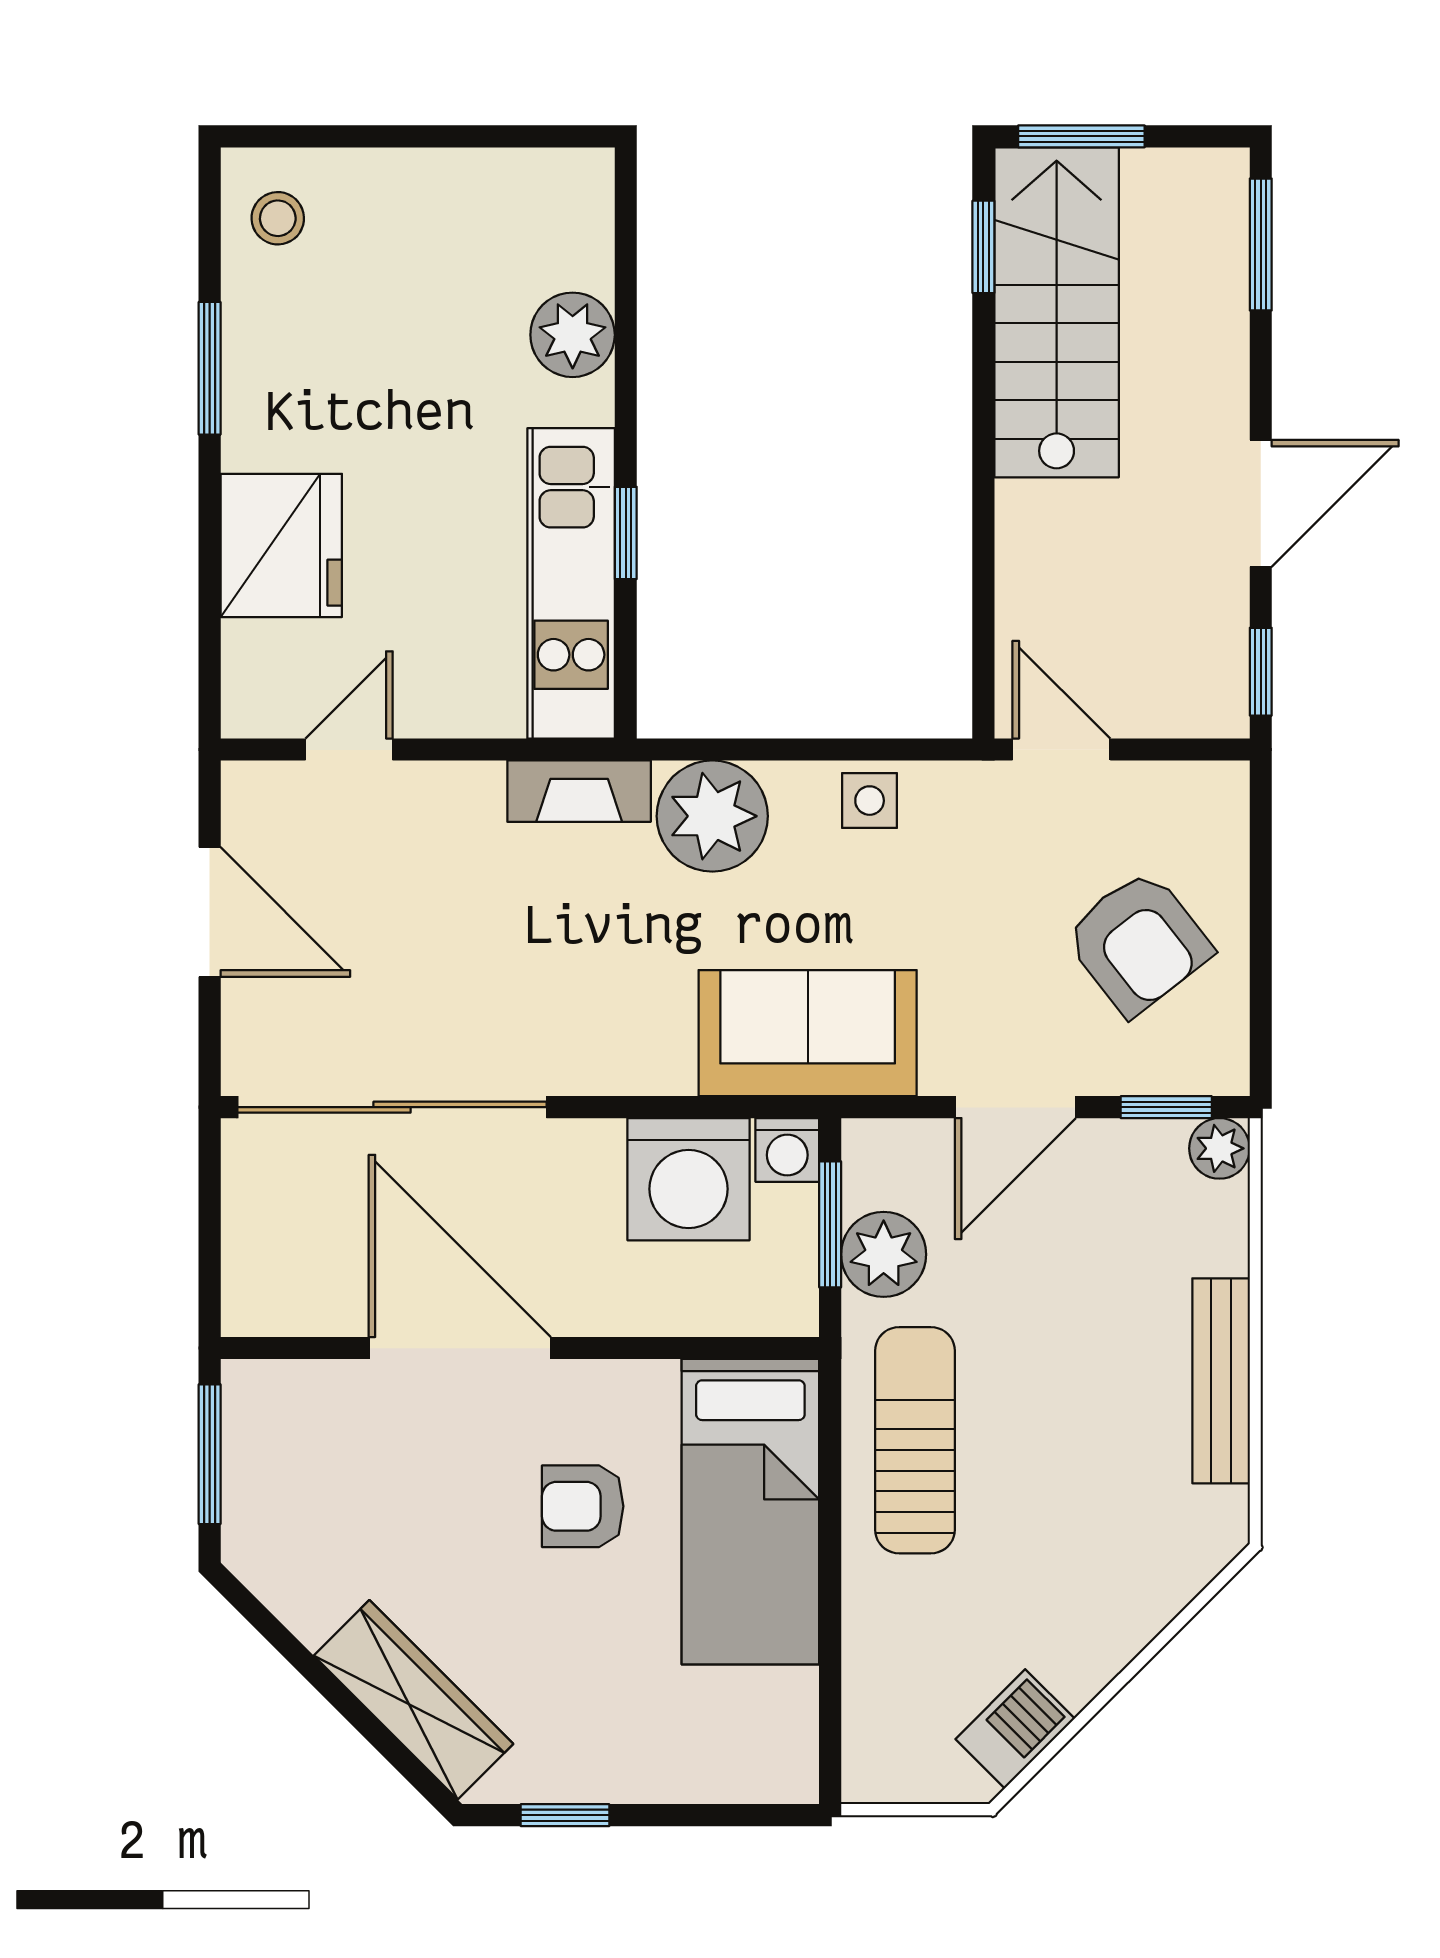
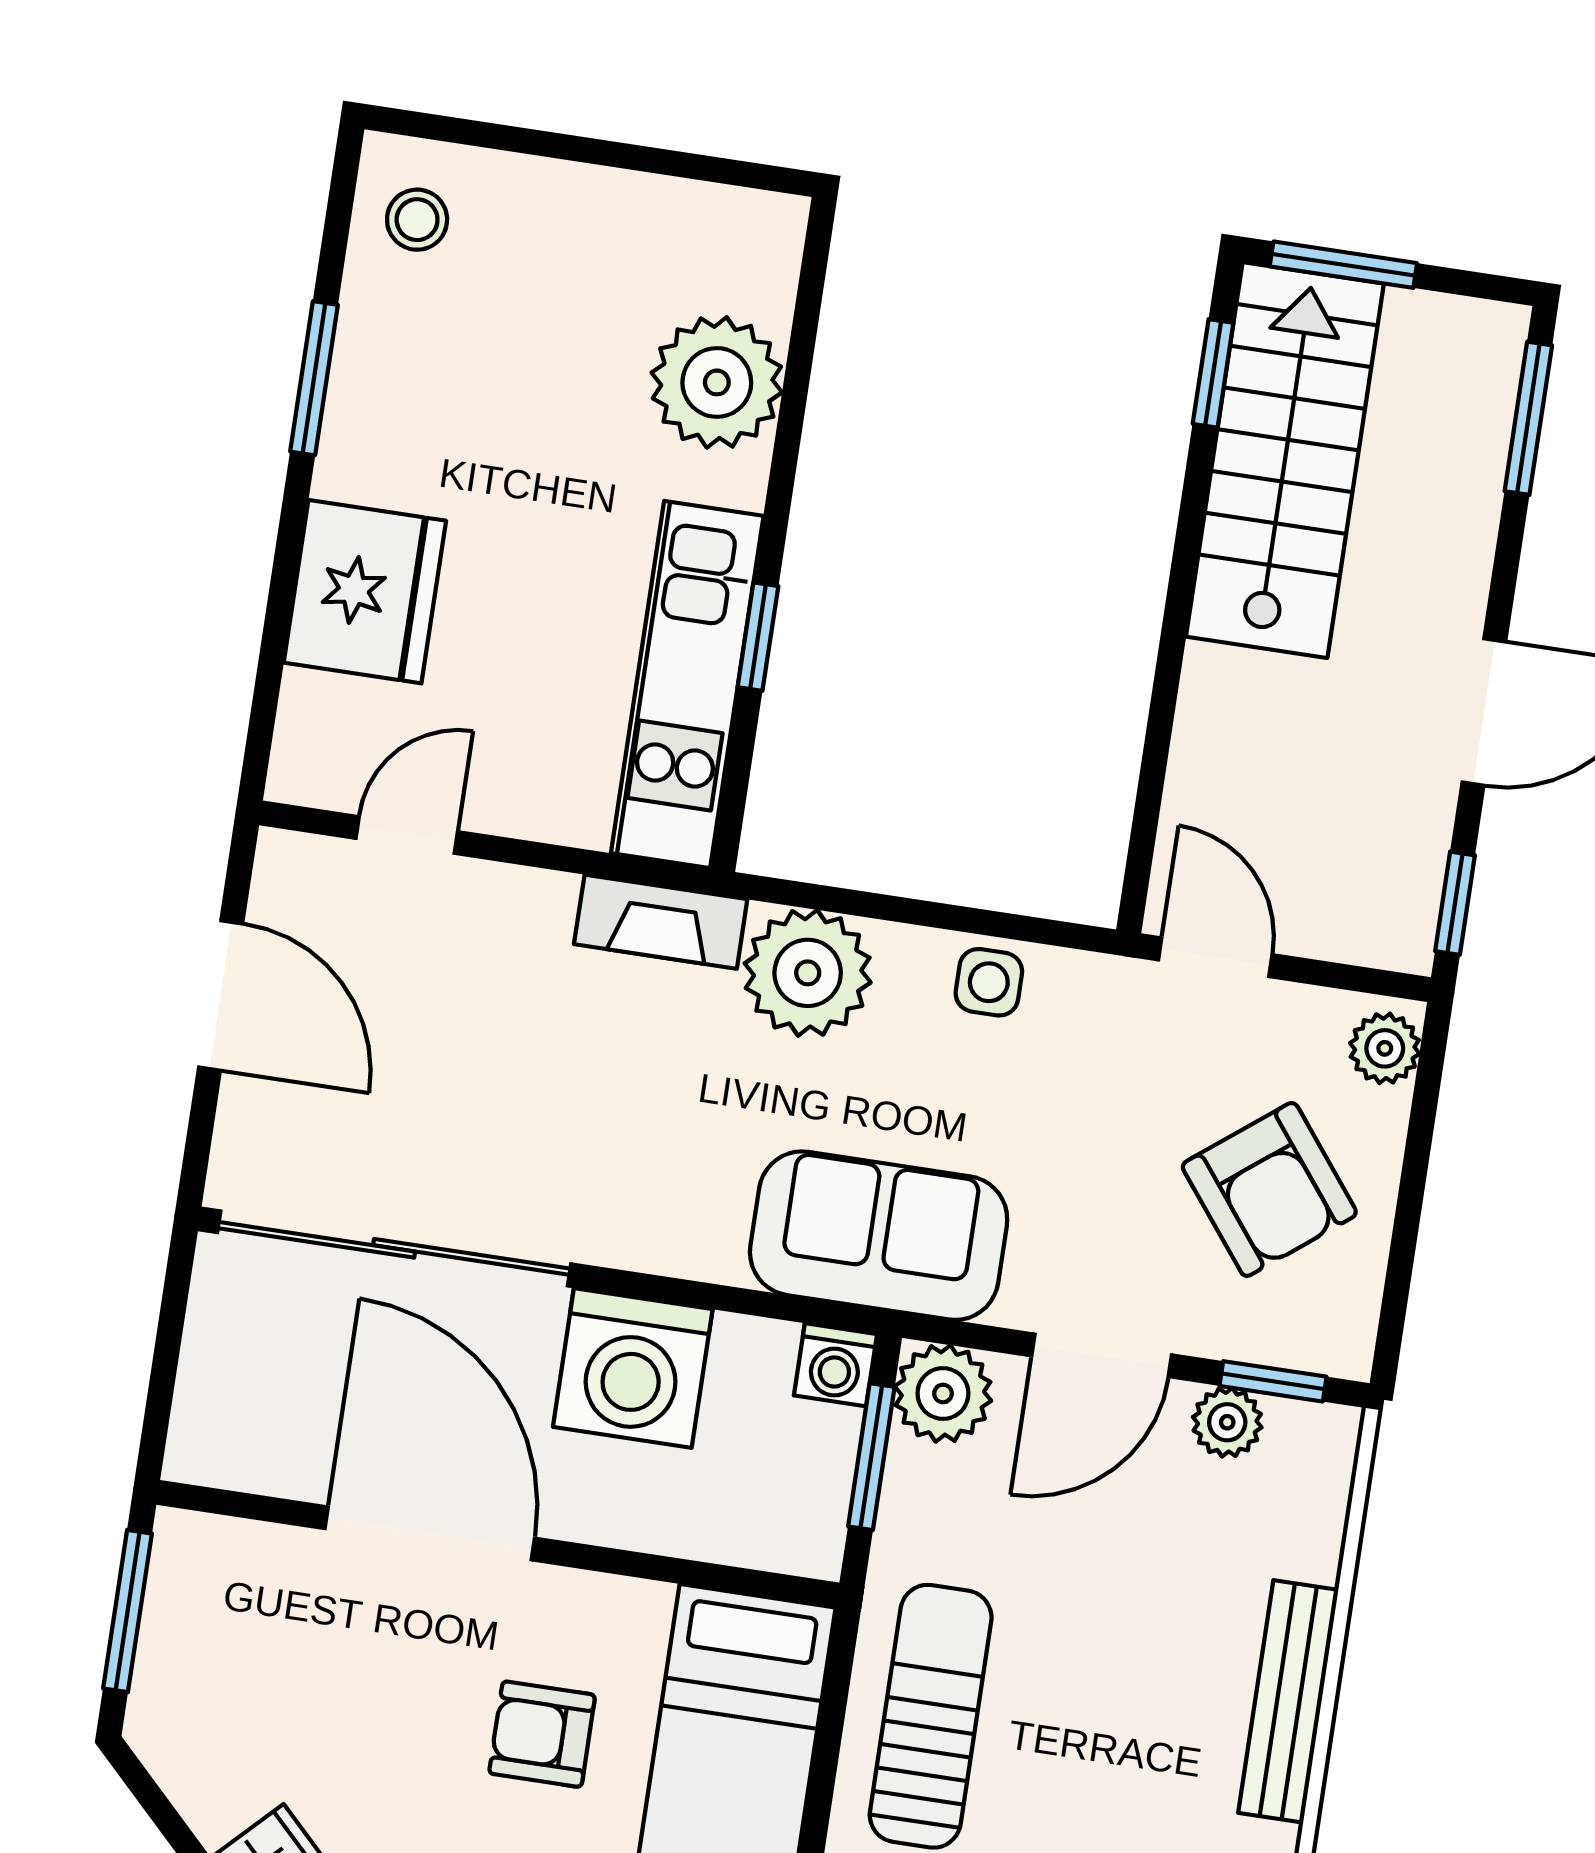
plant: (573, 335) -> (717, 382), width x1.36, depth x1.36
plant: (1219, 806) -> (1385, 1048), added
plant: (1219, 1148) -> (1227, 1422), moved
washing machine: (689, 1179) -> (633, 1368), moved
plant: (884, 1254) -> (943, 1393), moved

